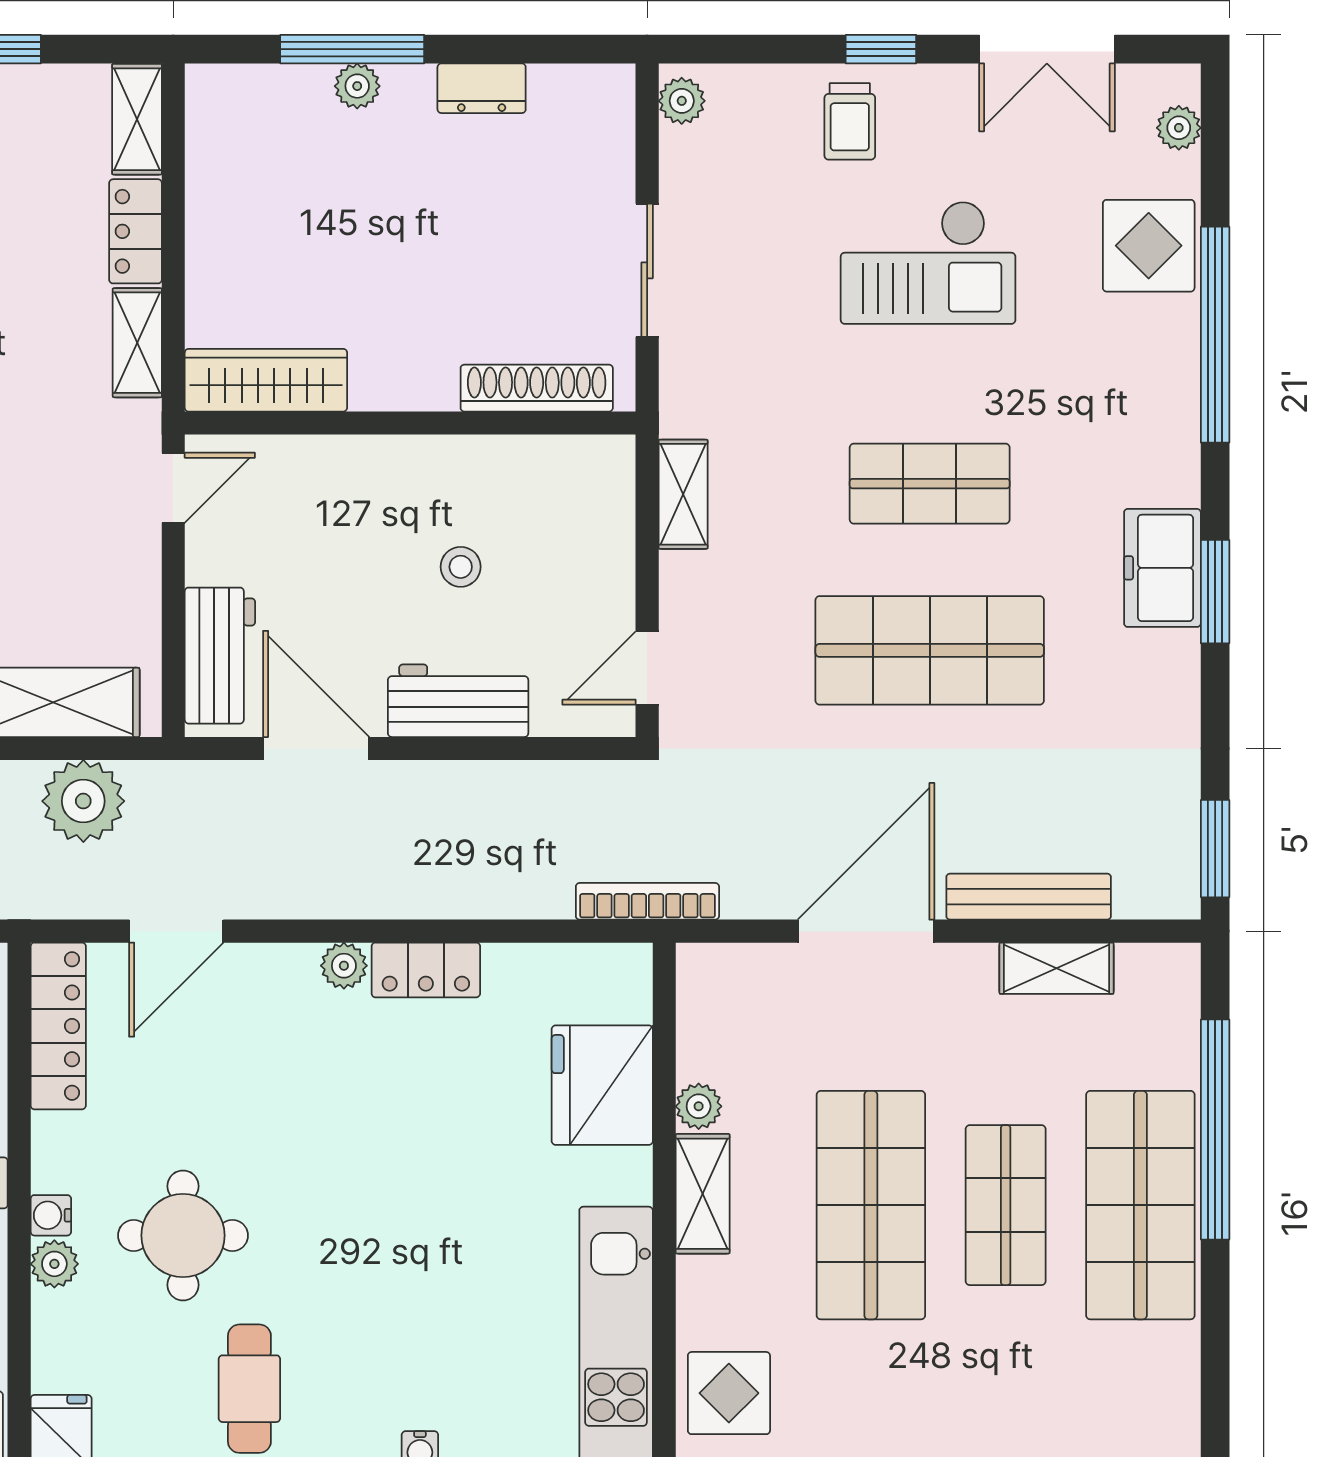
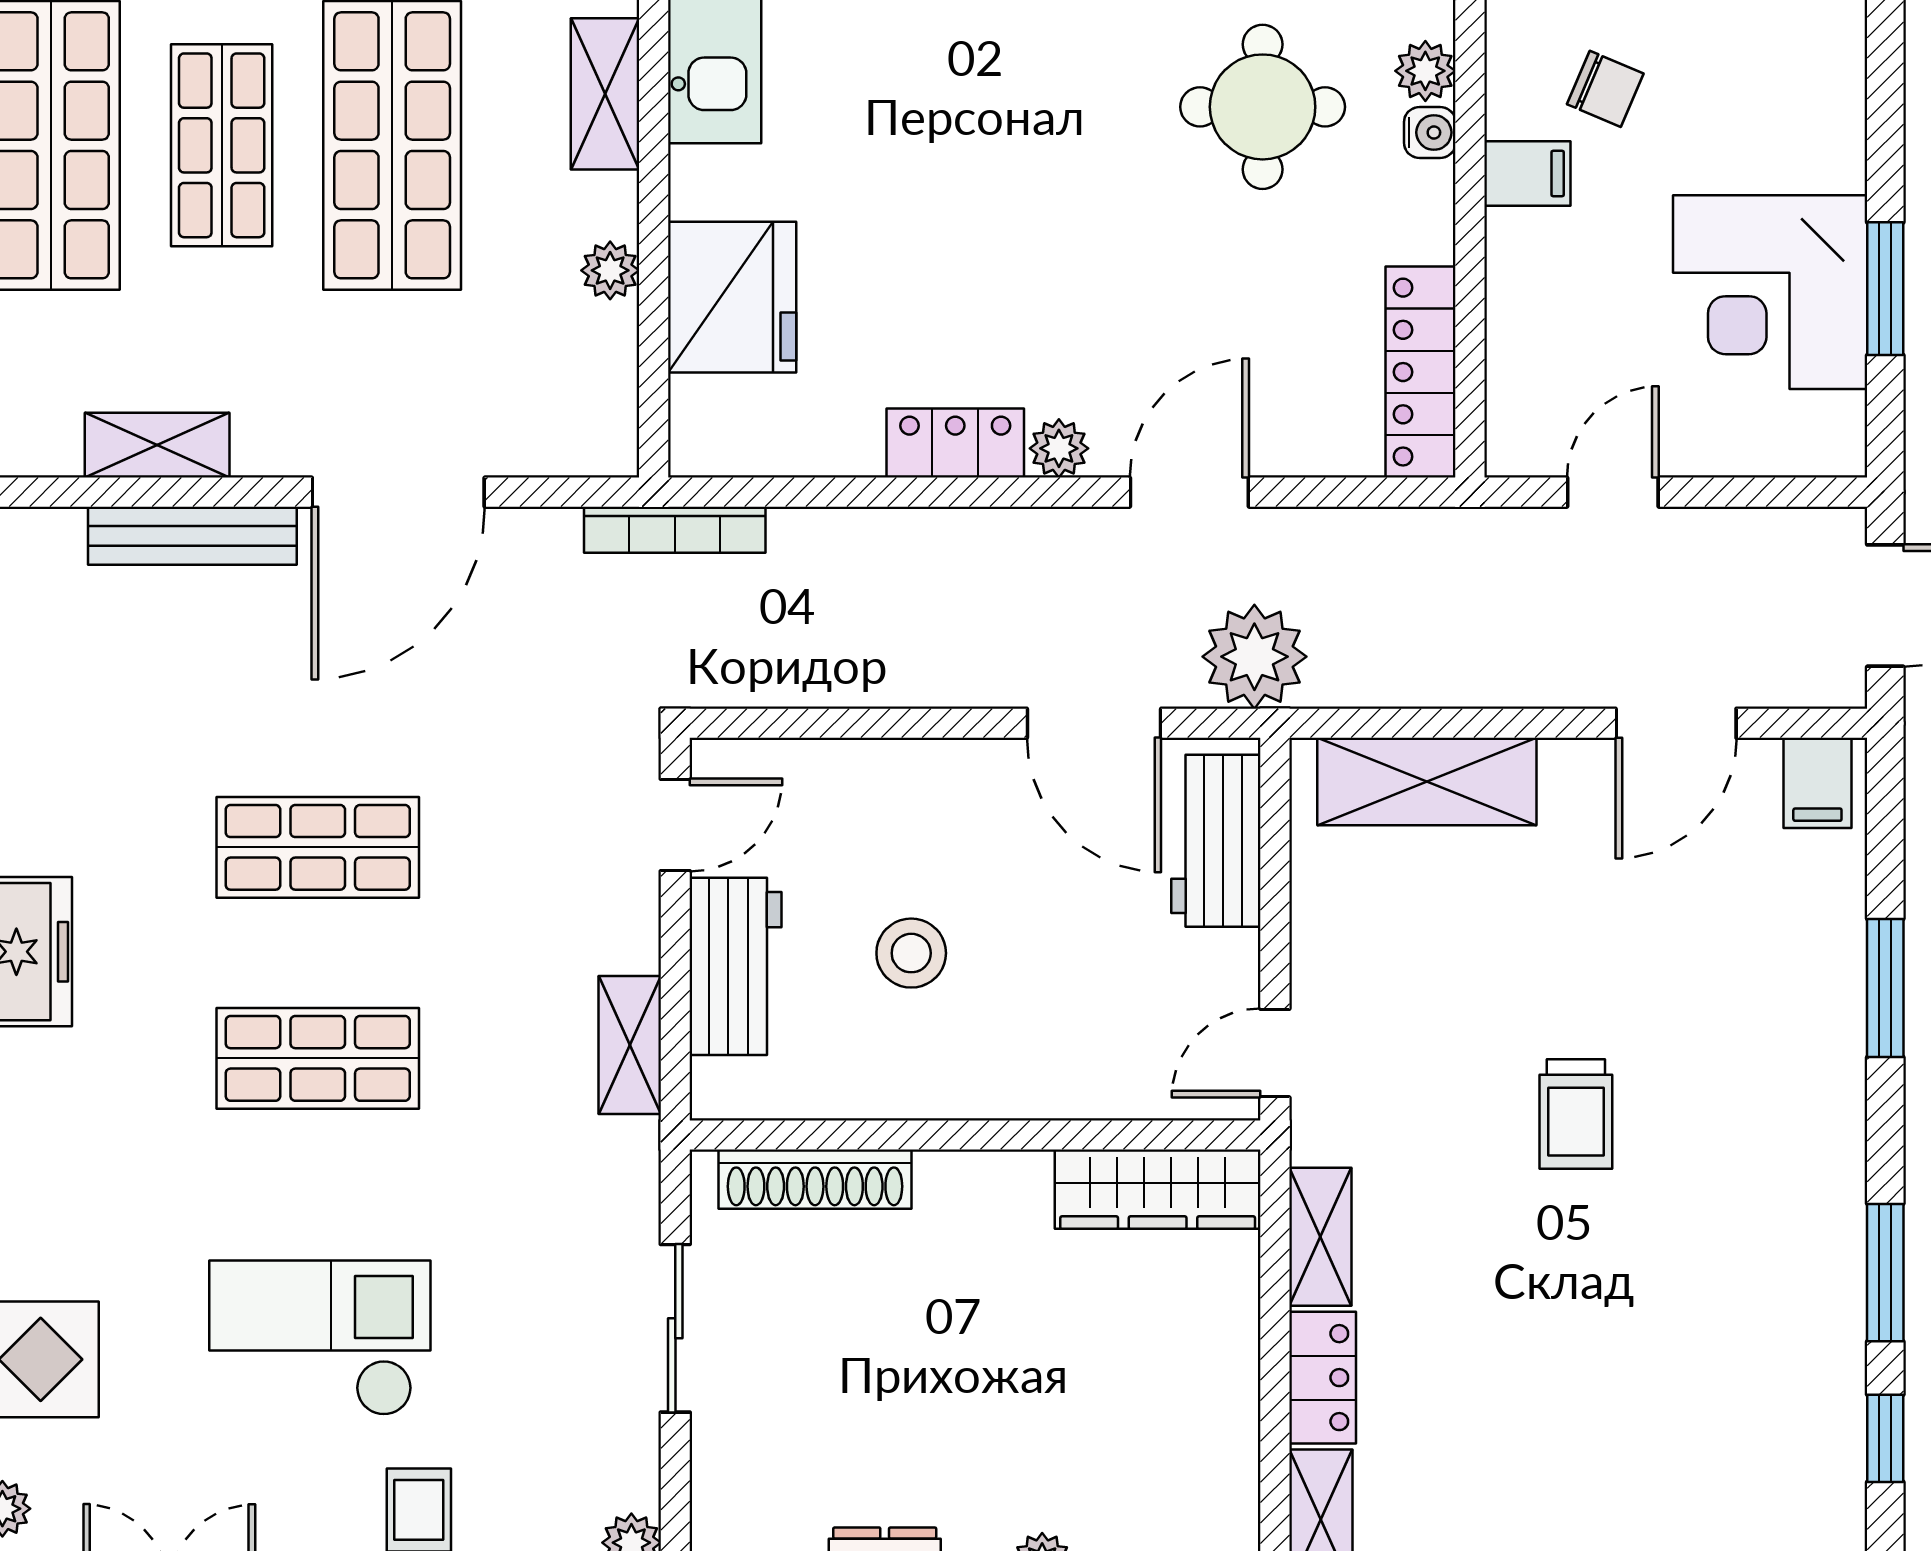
stool: (461, 567) -> (911, 953), width x1.37, depth x1.37
shop shelf: (930, 650) -> (318, 847), width x0.70, depth x0.74
workbench: (458, 701) -> (736, 966), moved, turned -90
plant: (83, 801) -> (1254, 657), moved
door: (176, 931) -> (1189, 492), moved
shelving: (703, 1194) -> (605, 94), moved

